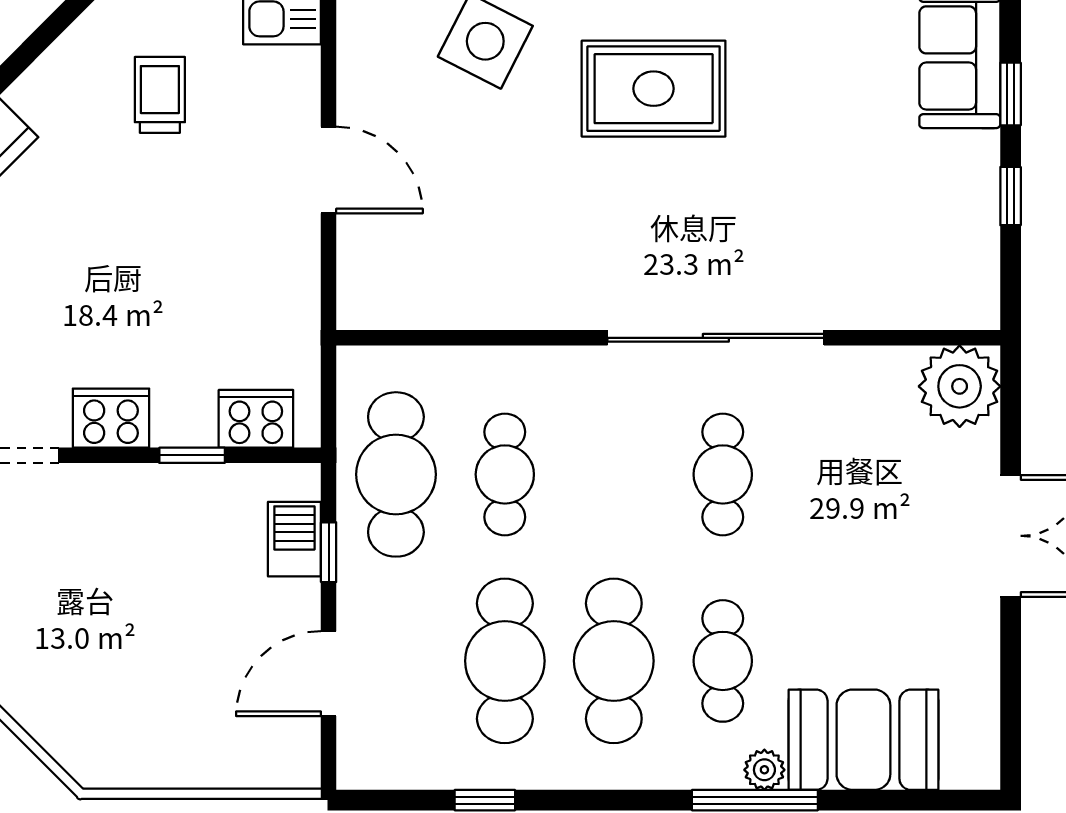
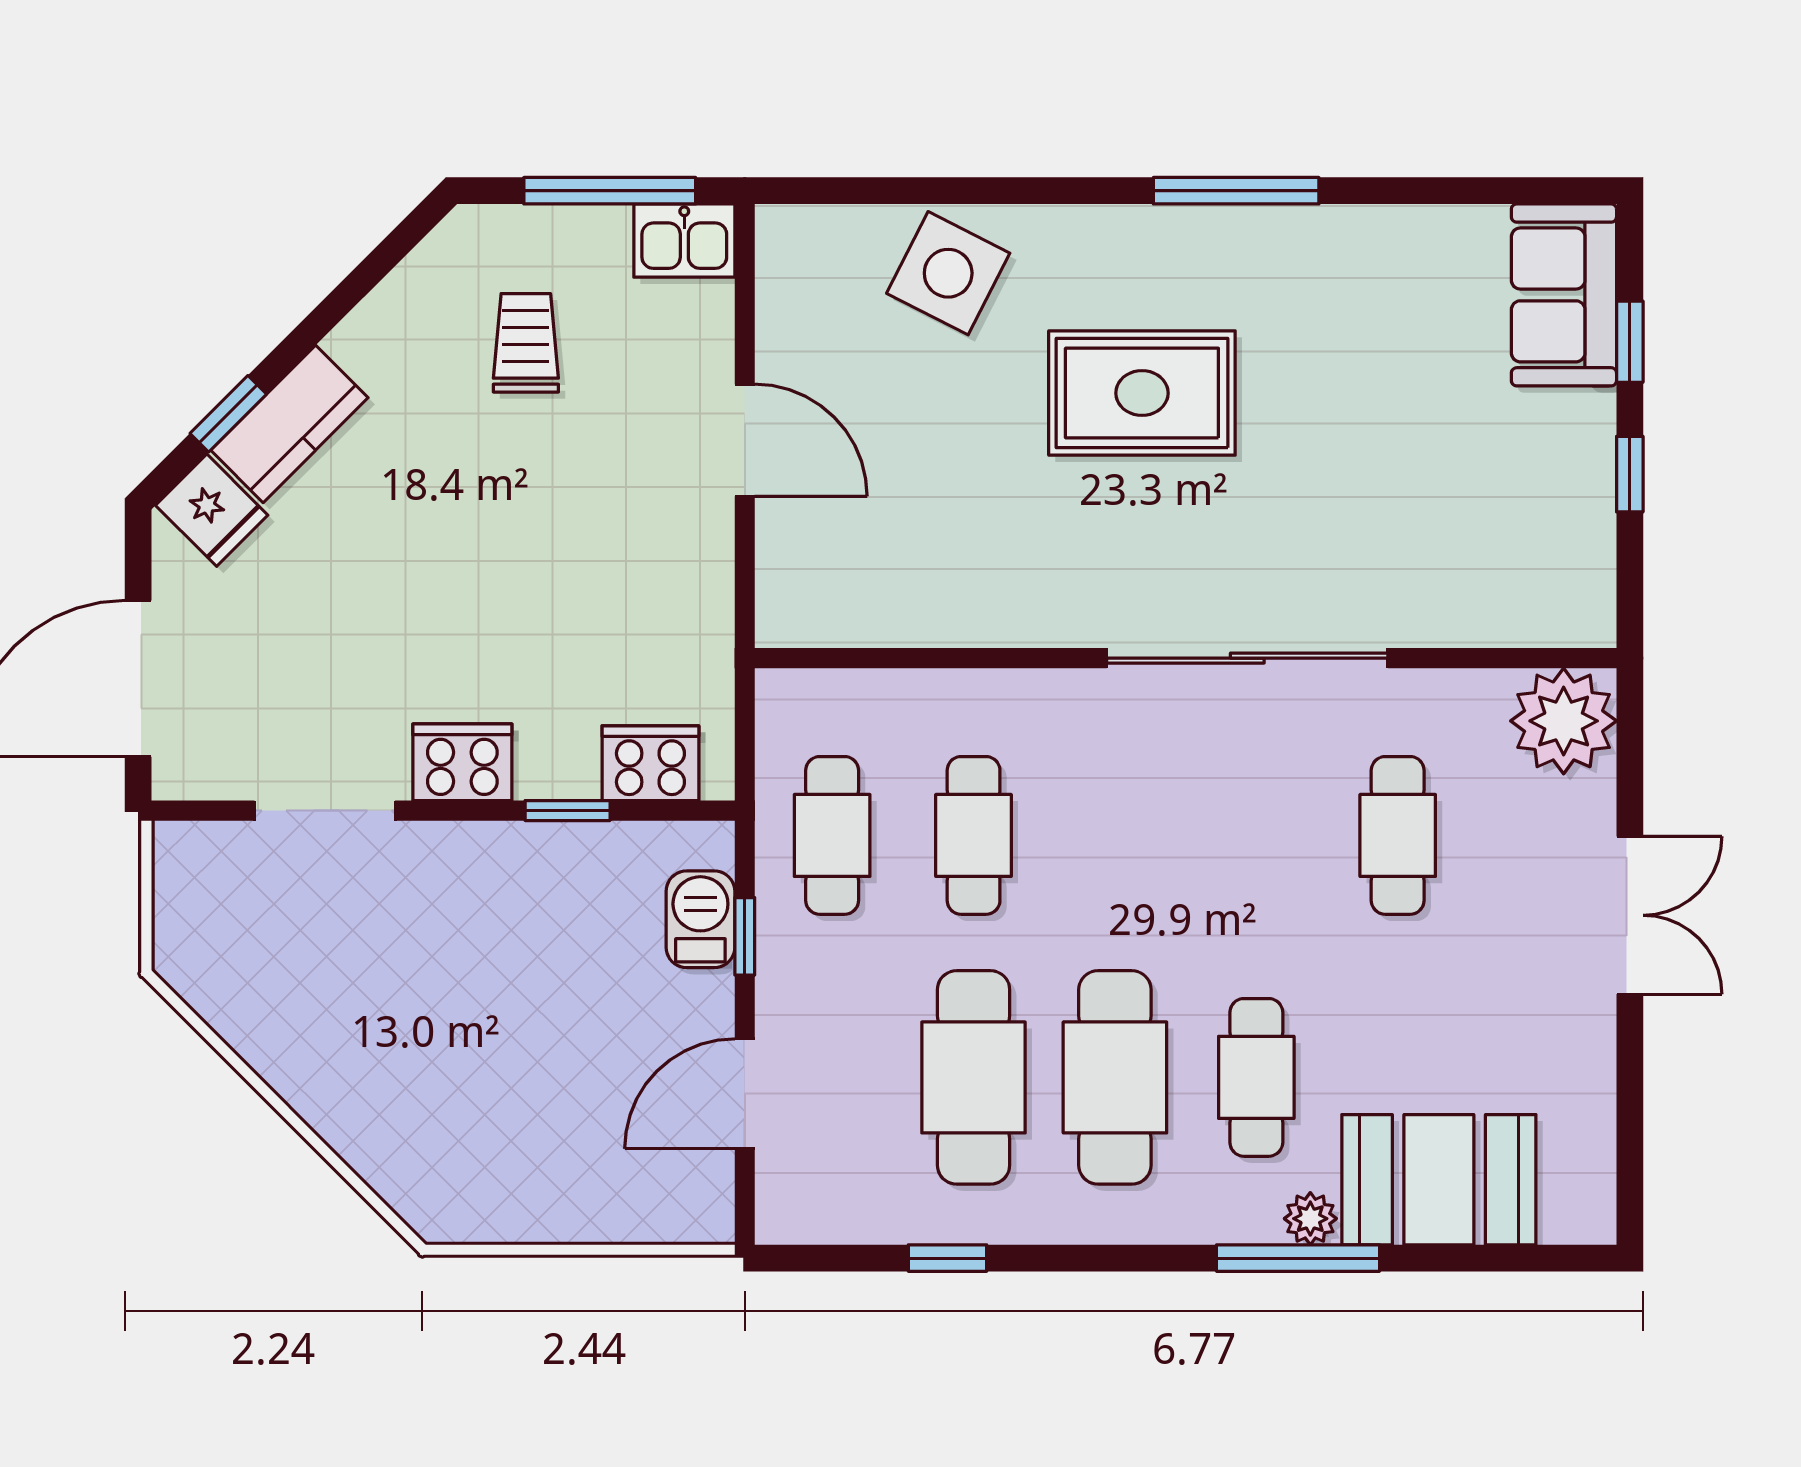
rug: (654, 89) -> (1142, 393), moved
cafe table: (396, 474) -> (832, 835), width x0.73, depth x0.74
cafe table: (723, 474) -> (1398, 835), moved

